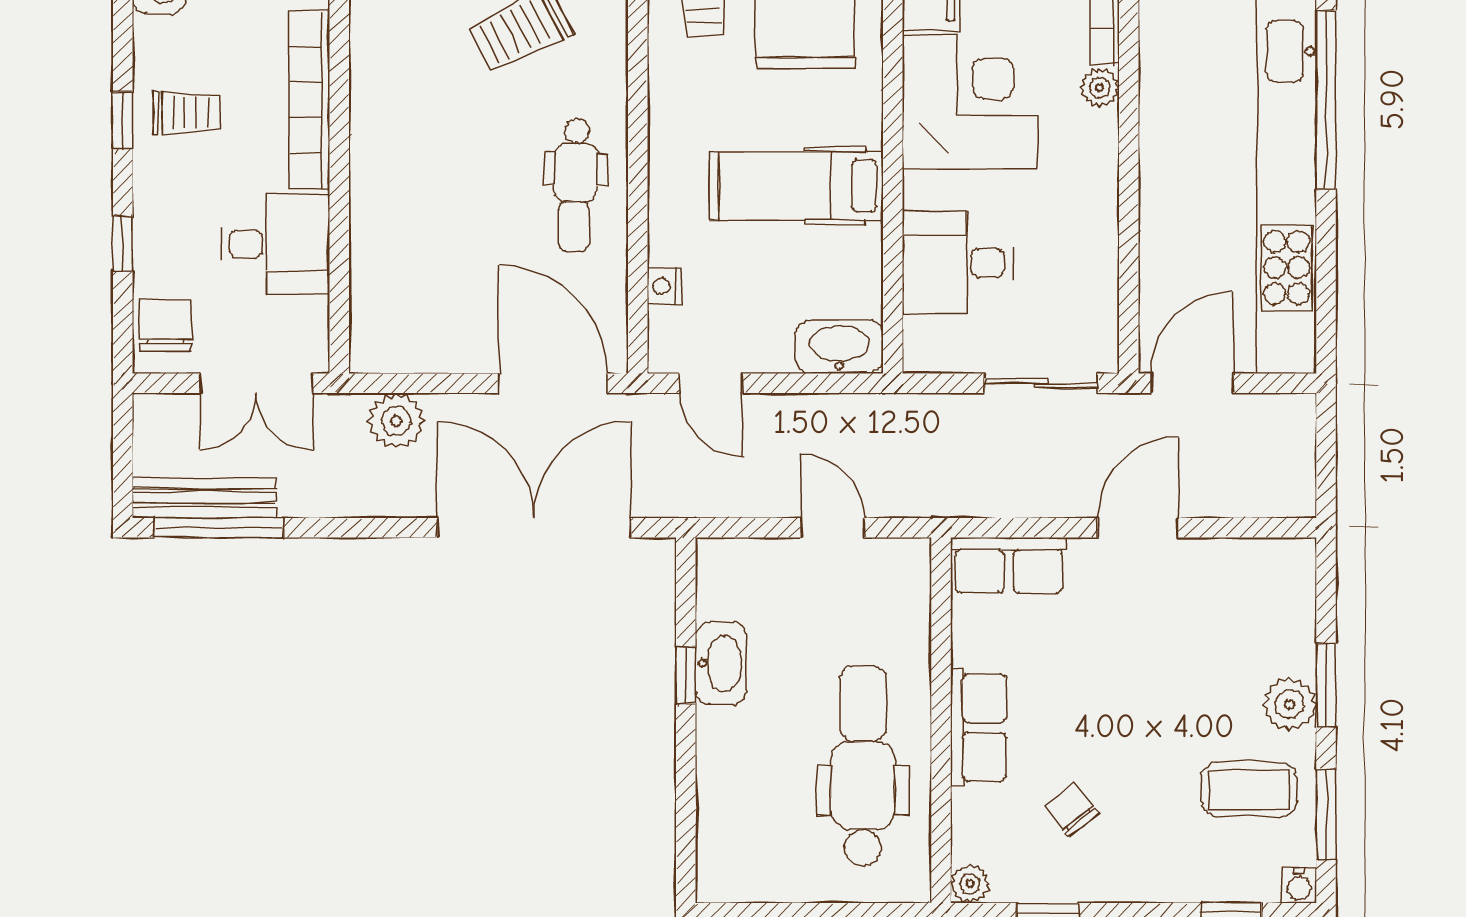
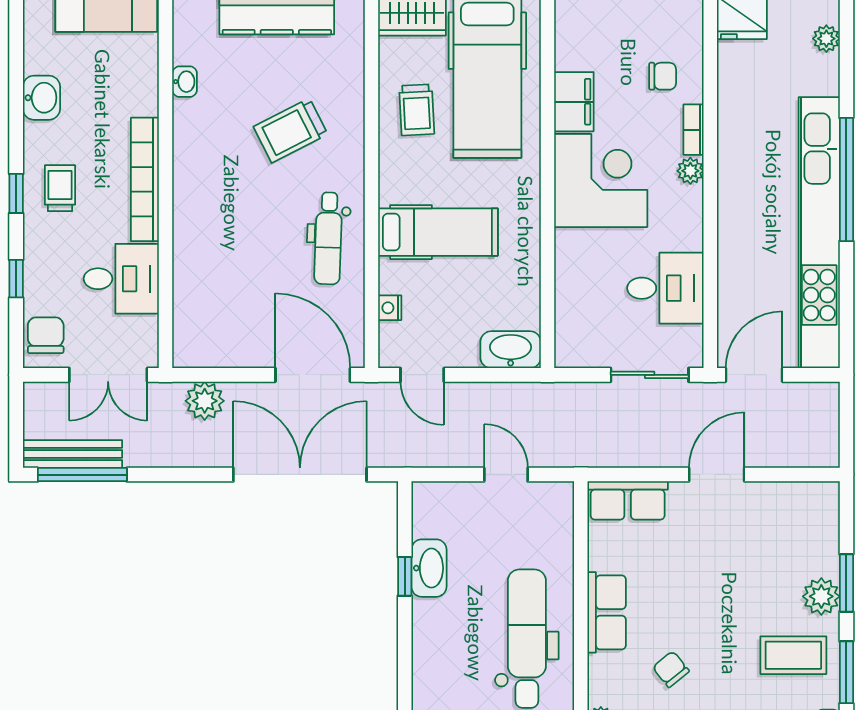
trolley: (186, 113) -> (60, 188), turned -90
hospital bed: (796, 186) -> (438, 232), moved, turned 180
desk: (958, 263) -> (665, 288), moved, turned 180

